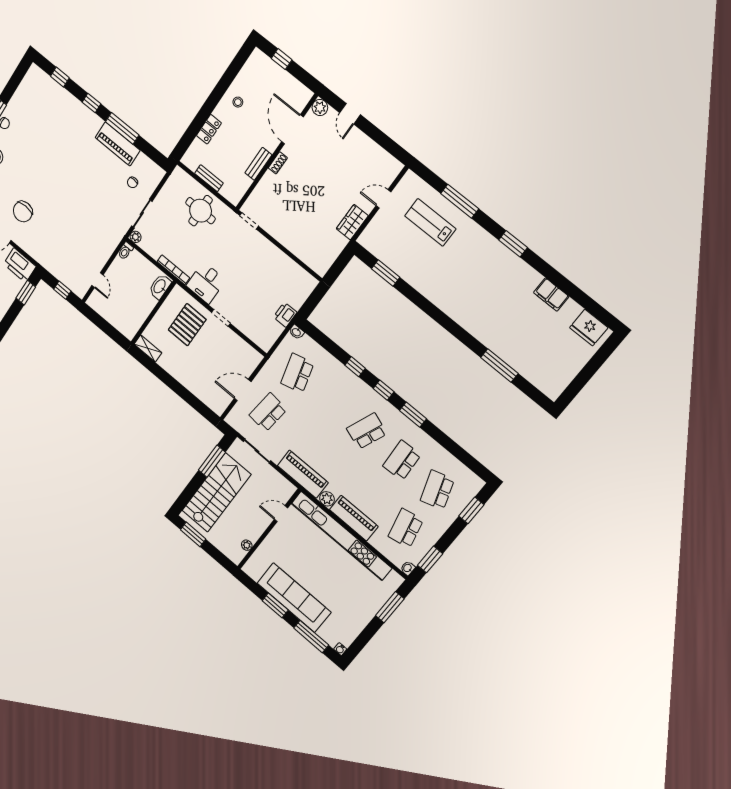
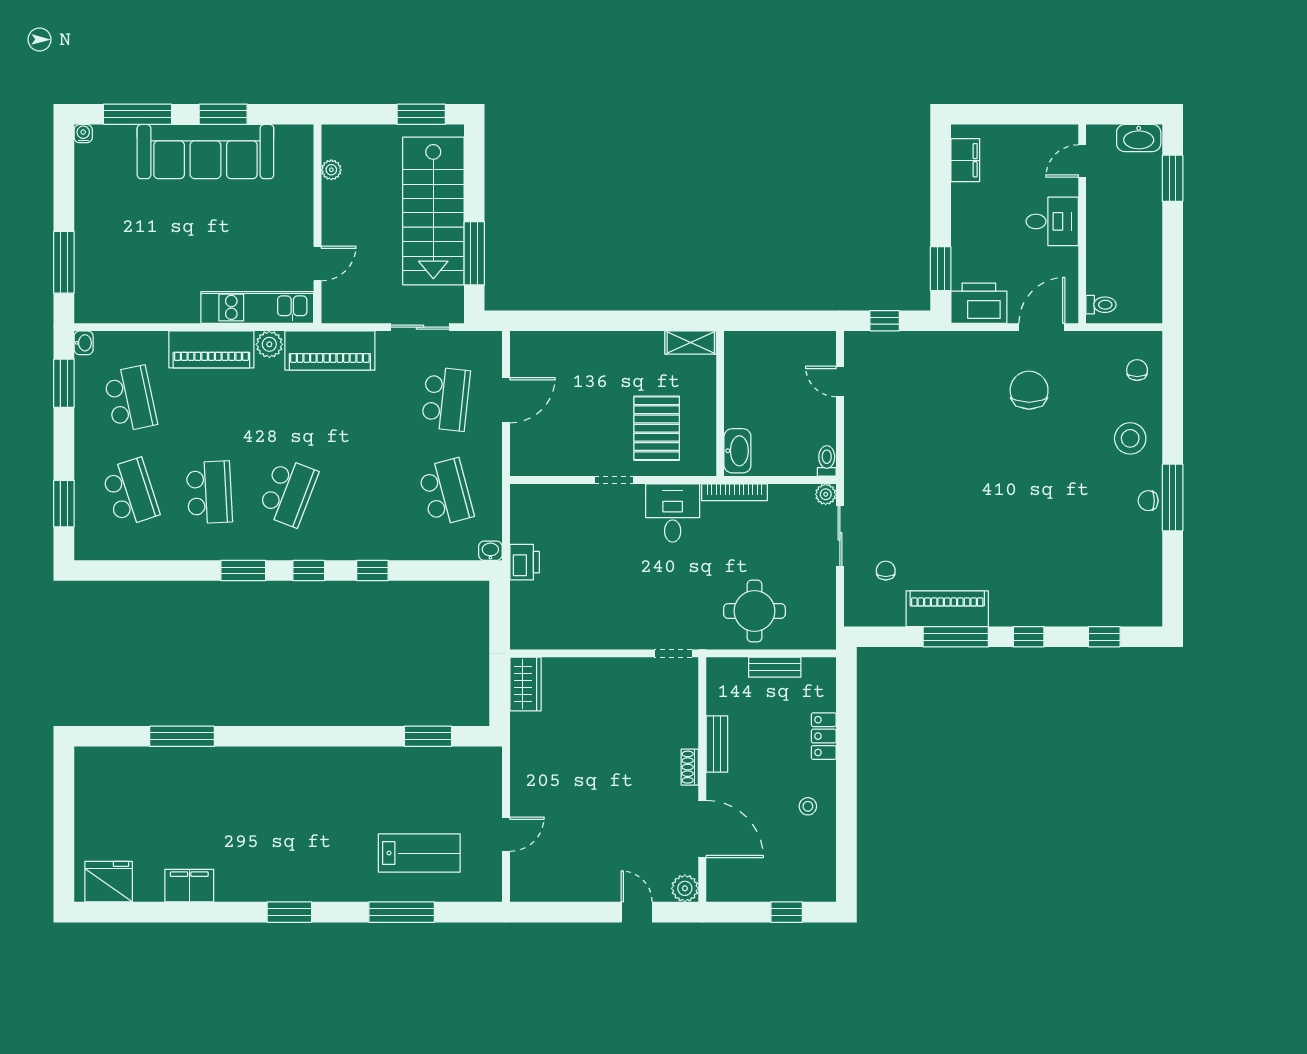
wardrobe: (352, 222) -> (525, 684), moved
kitchen unit: (341, 536) -> (257, 307), width x0.54

